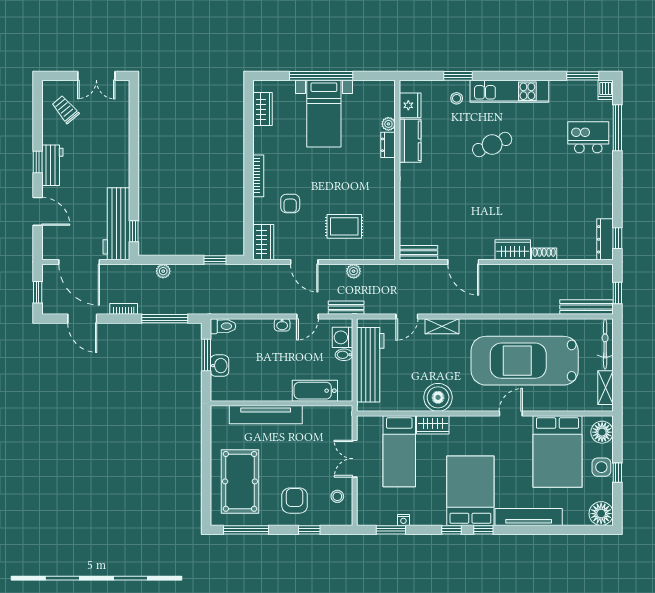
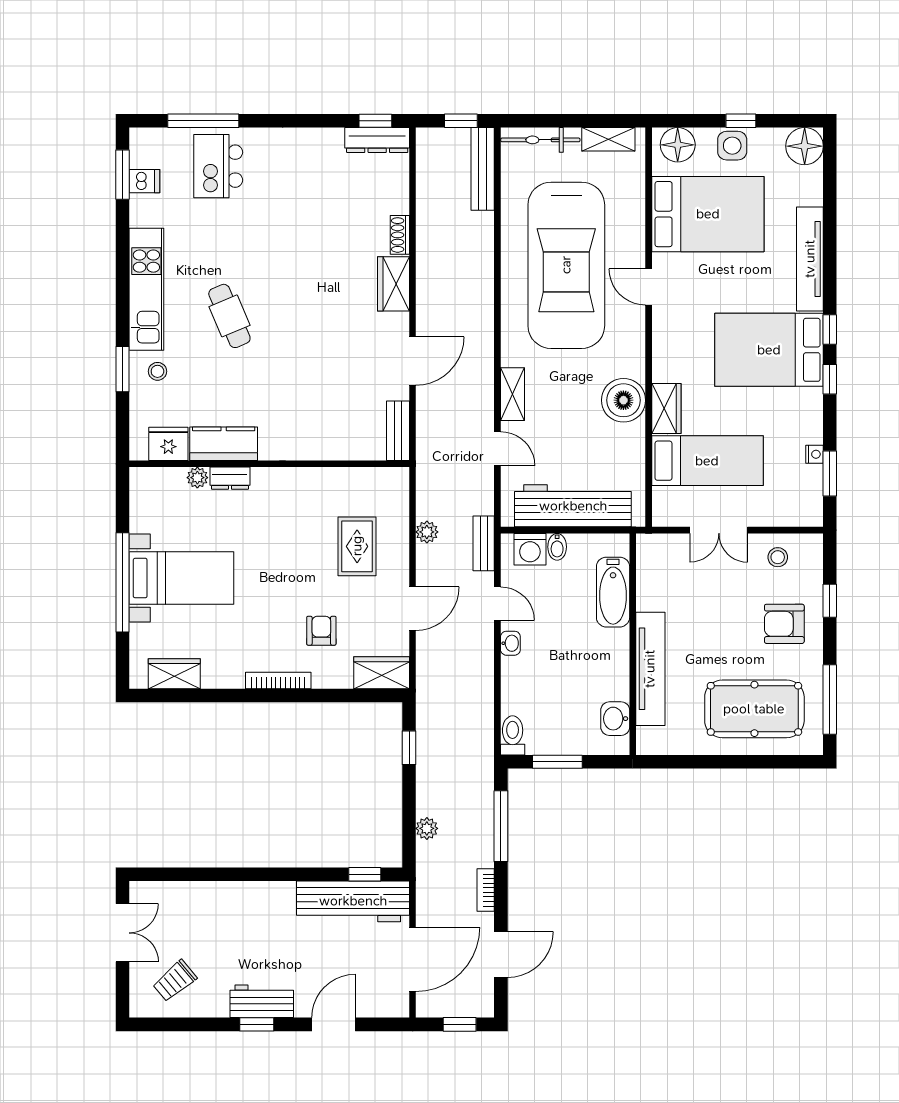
dishwasher: (606, 90) -> (144, 181), moved
armchair: (290, 203) -> (321, 631), turned -90
washbasin: (220, 366) -> (615, 719), moved, turned -90

